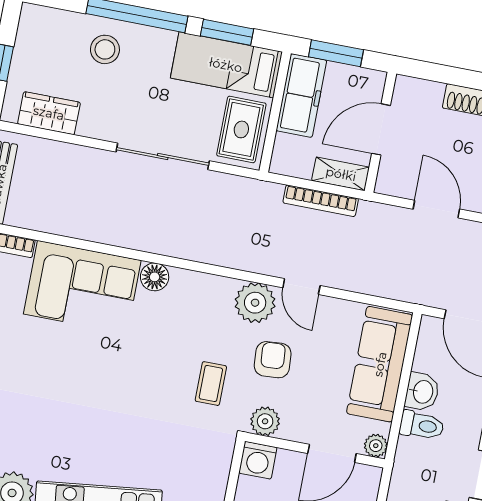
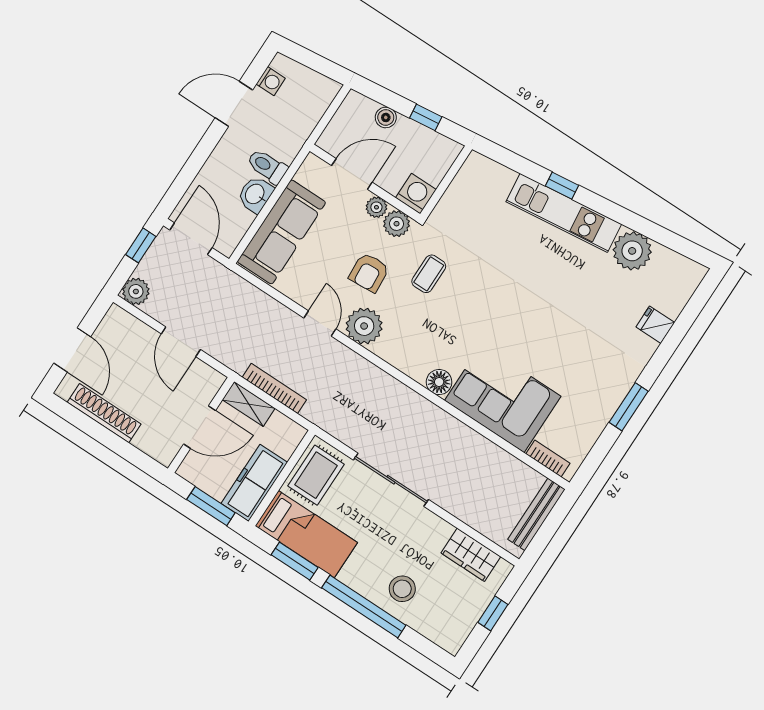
plant: (376, 446) -> (376, 207), moved

